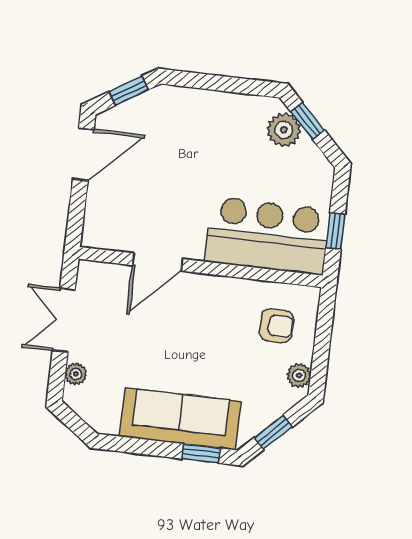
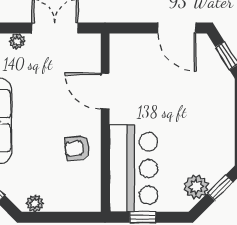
plant: (284, 130) -> (196, 187), moved
armchair: (277, 326) -> (77, 148), moved, turned 83

